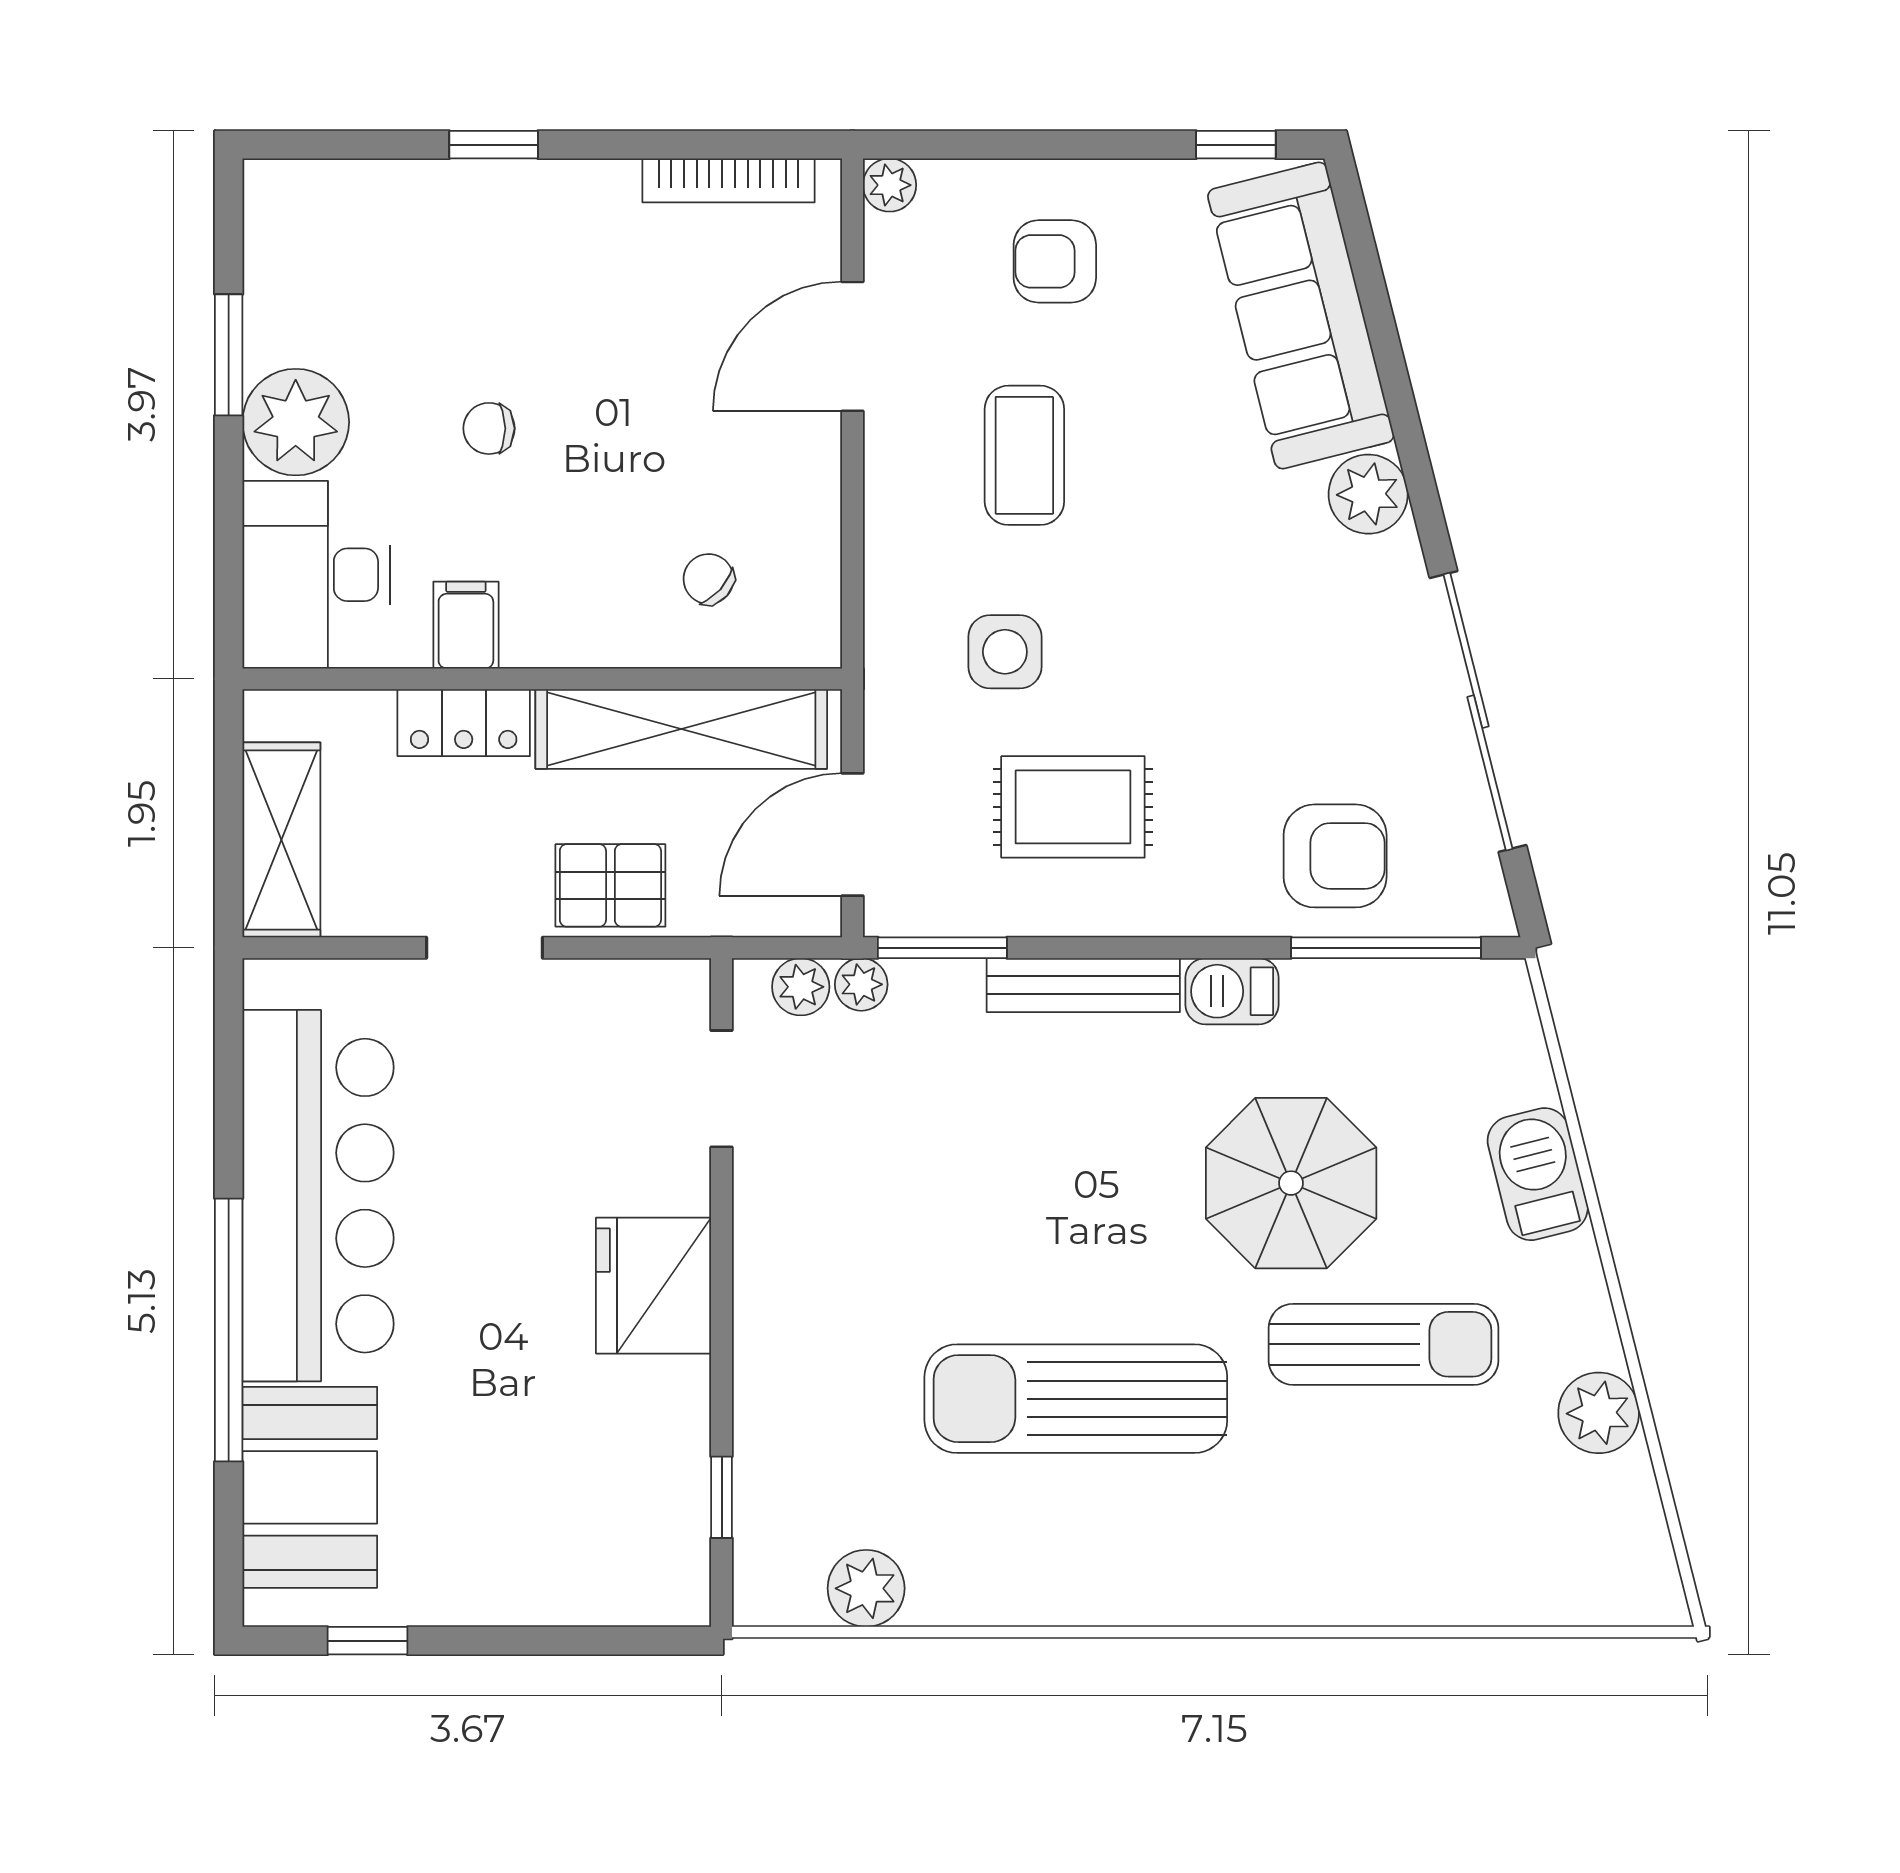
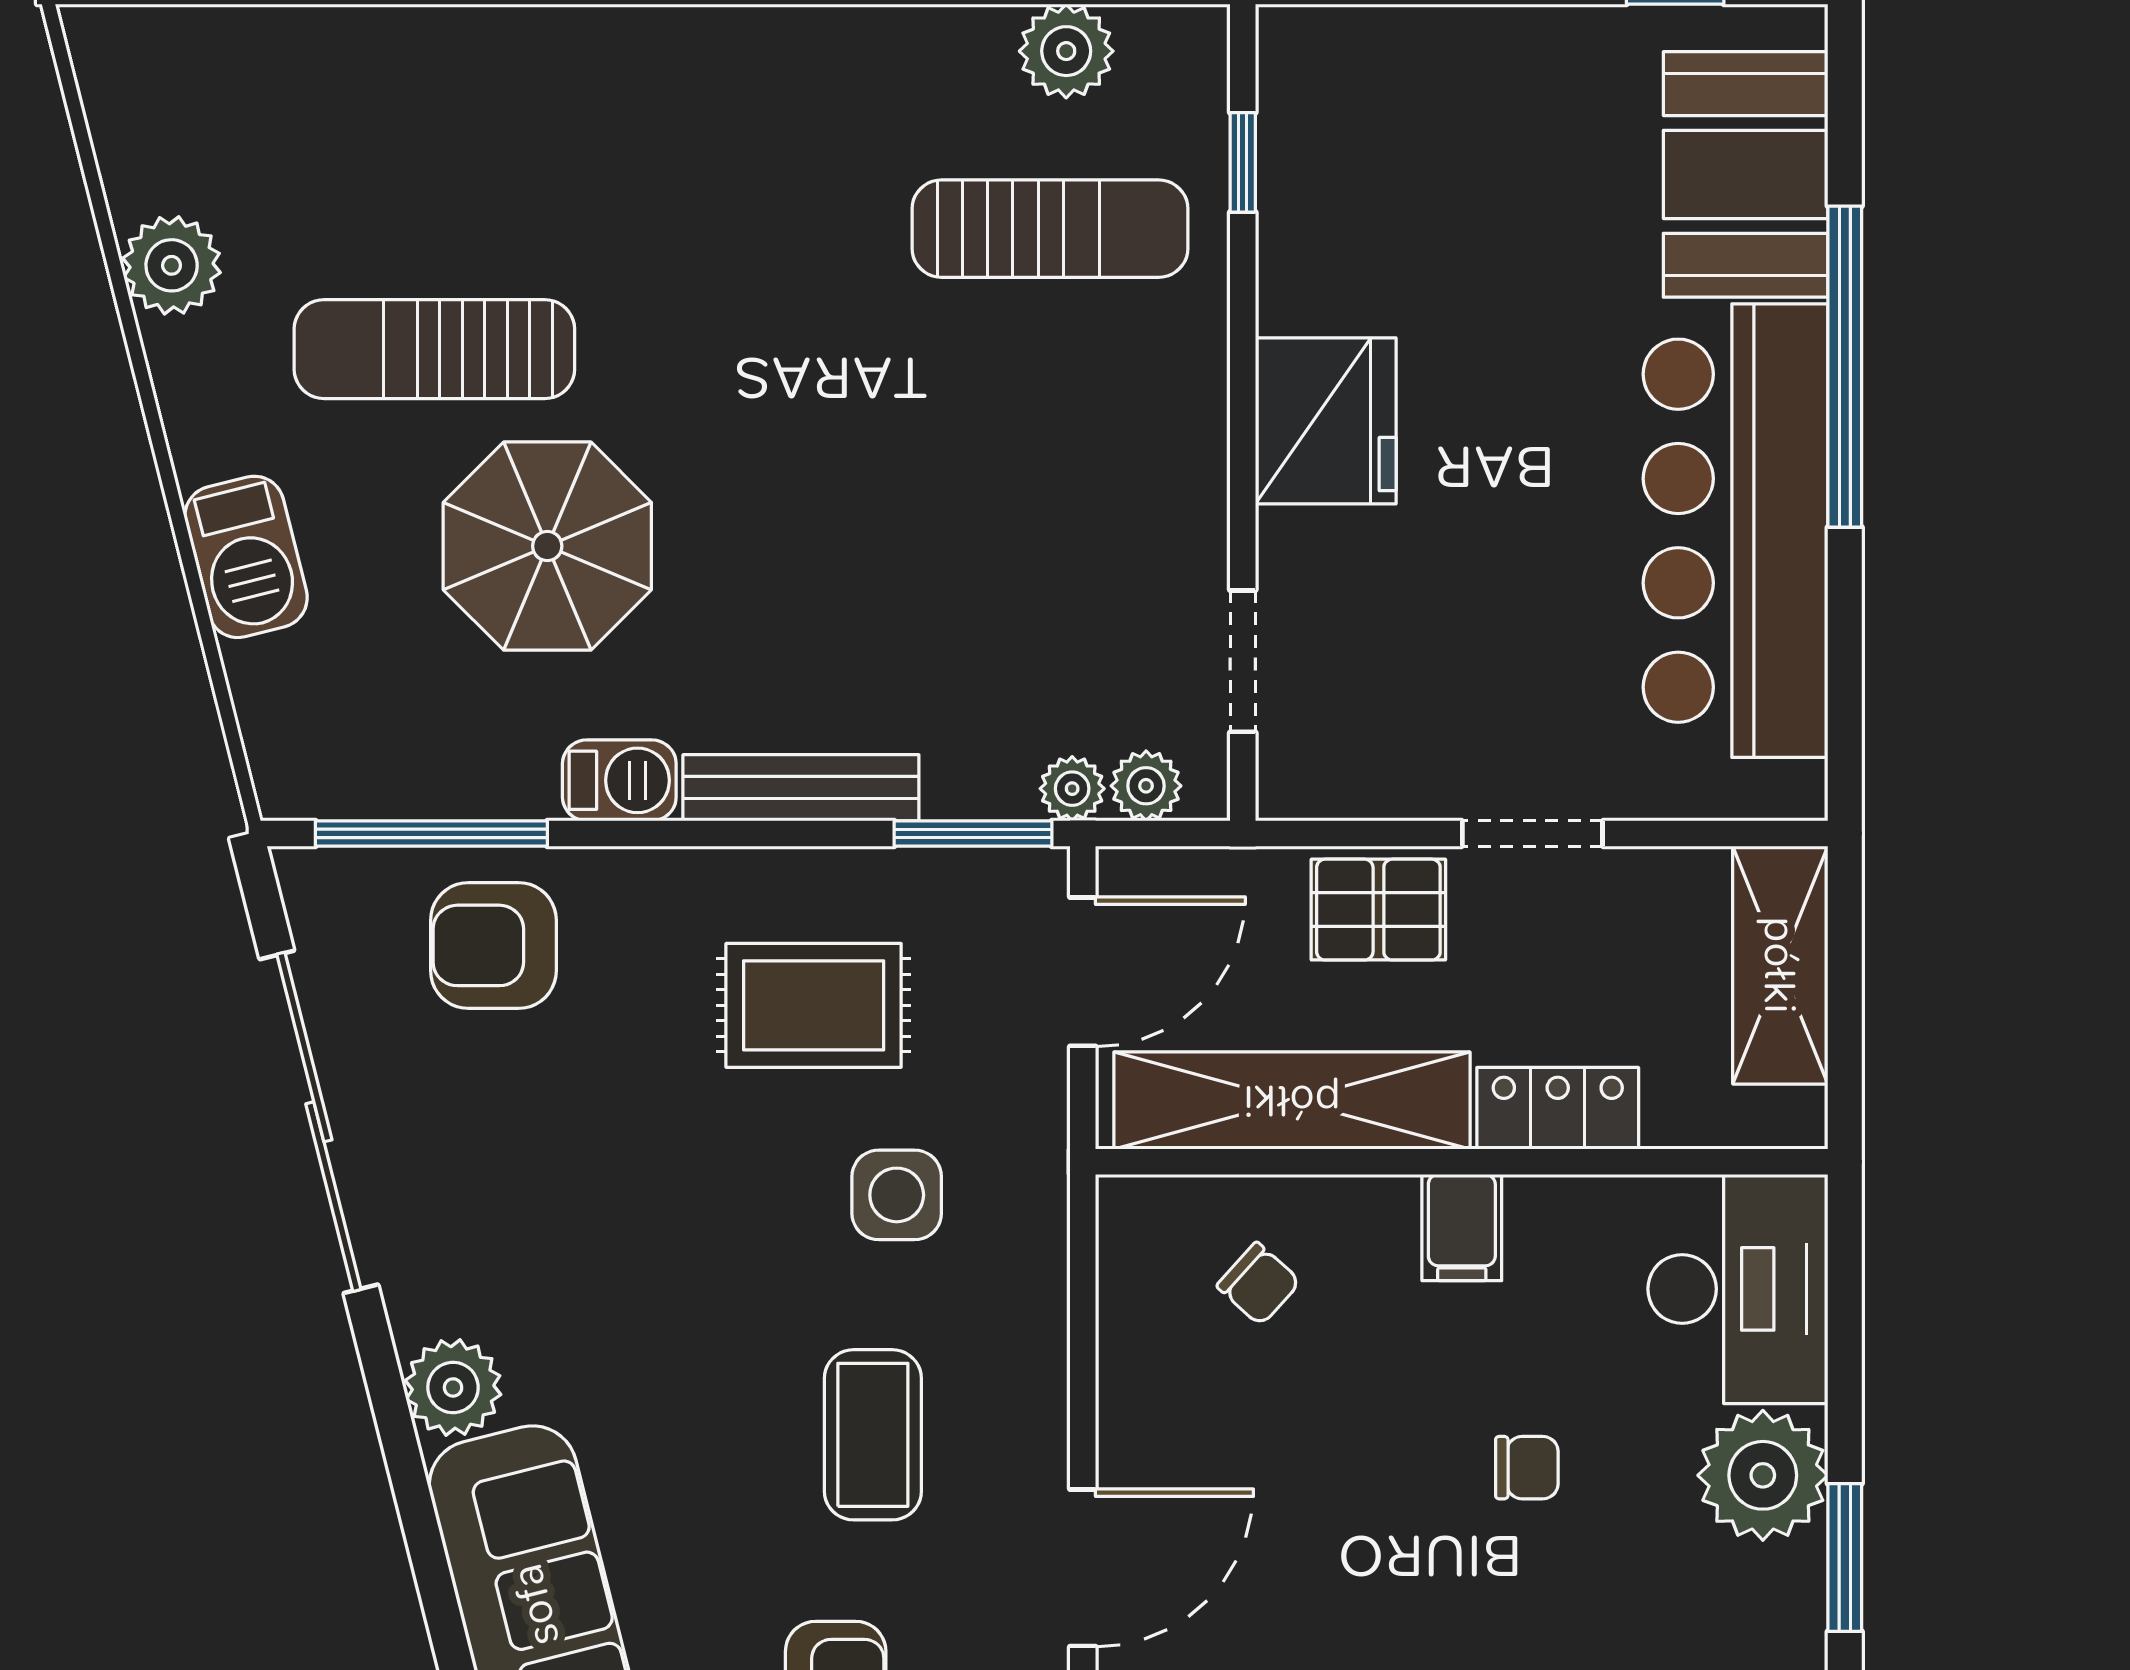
filing cabinet: (466, 625) -> (1462, 1228), moved
sun lounger: (1076, 1399) -> (1050, 229), moved, width x0.73, depth x0.75

